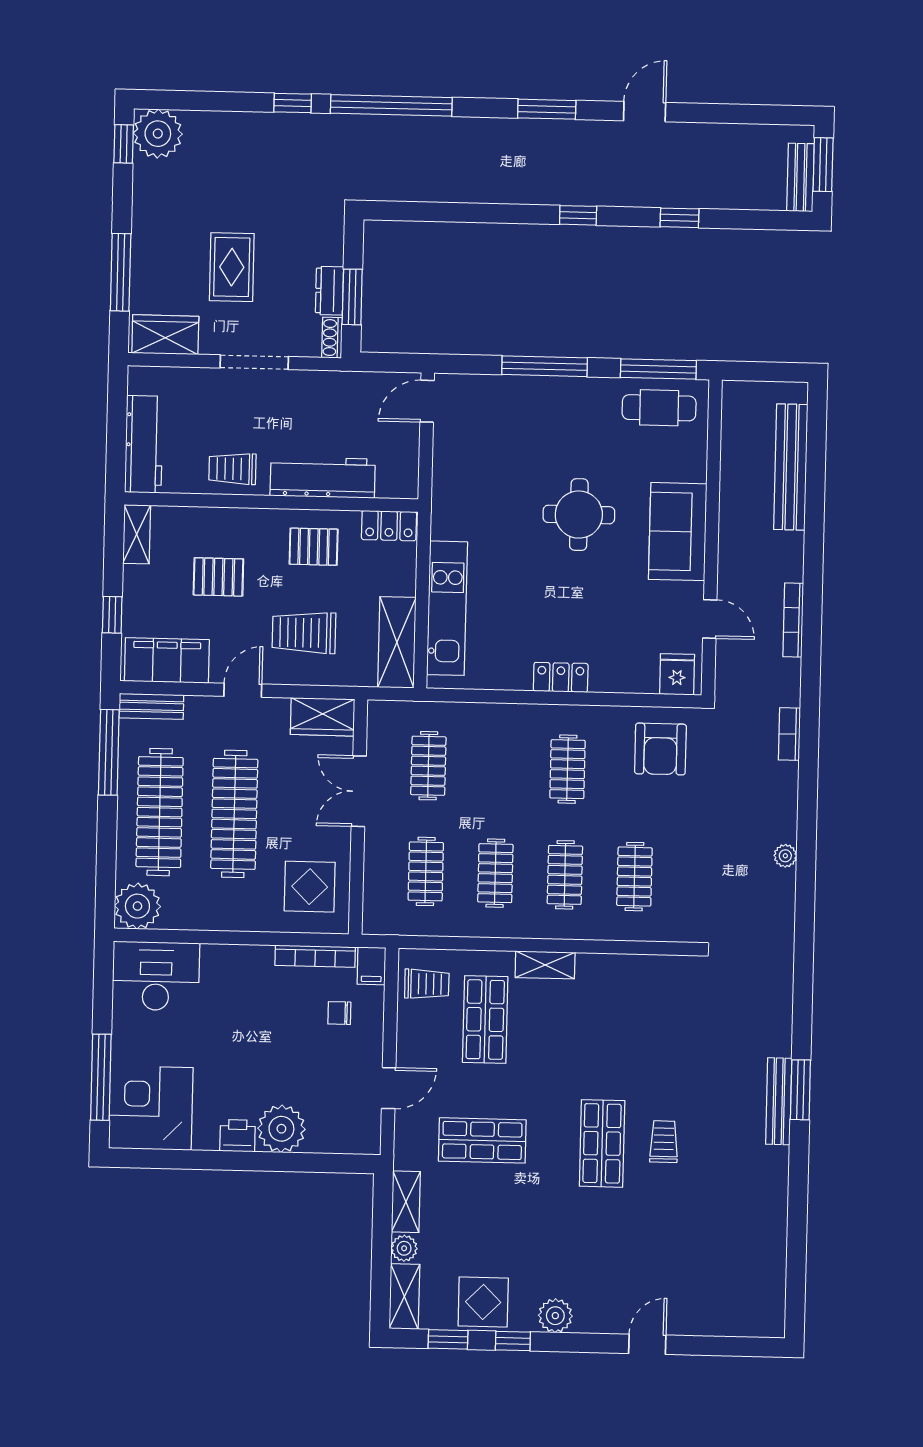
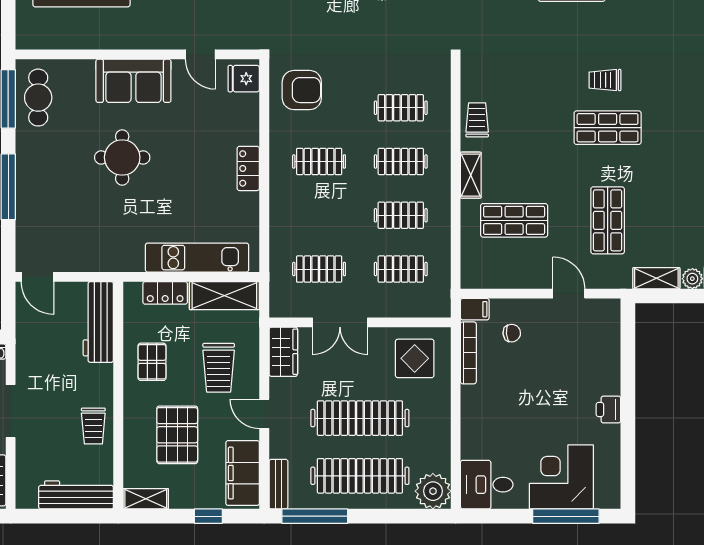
workbench: (323, 477) -> (98, 322), moved
locker: (389, 526) -> (165, 293), moved, turned 90
pallet: (218, 577) -> (177, 435), width x1.50, depth x1.42
door: (710, 619) -> (200, 54), swing flipped
desk: (156, 976) -> (487, 485), width x0.73
trolley: (427, 984) -> (477, 120), moved
chair: (339, 1013) -> (512, 333), turned -95
corner desk: (151, 1108) -> (561, 477), moved, turned 90
plant: (281, 1129) -> (602, 376), removed

